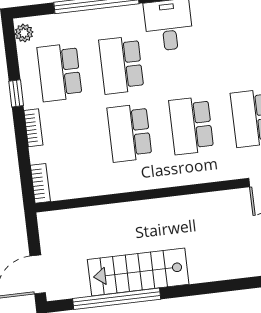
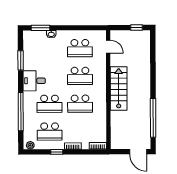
stairs: (138, 272) -> (119, 88), moved, turned 180

